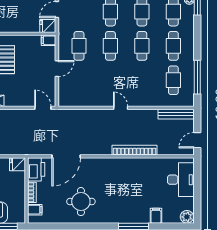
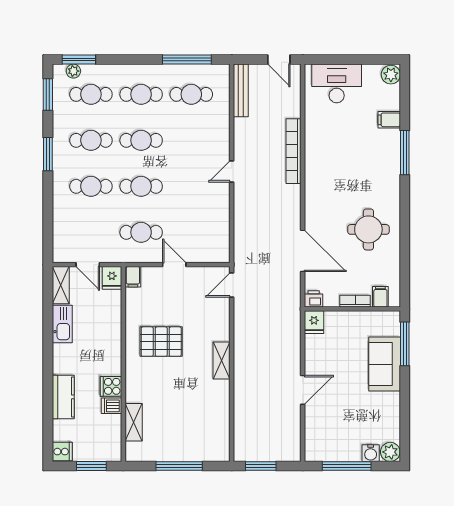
printer: (36, 169) -> (314, 299), width x0.53, depth x0.68

